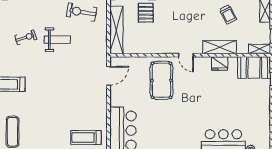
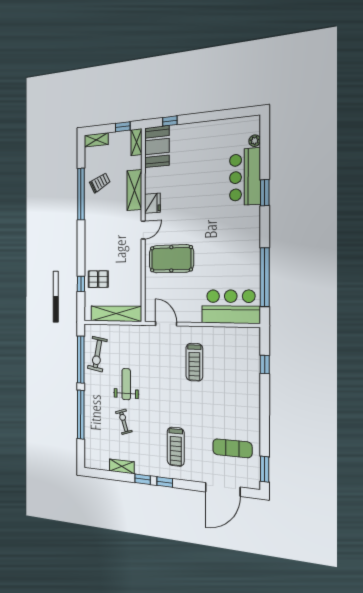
fridge: (220, 63) -> (152, 203), moved
treadmill: (86, 137) -> (194, 362), moved

